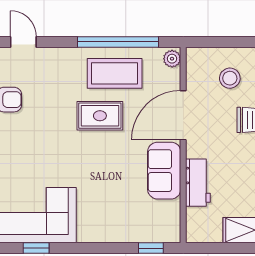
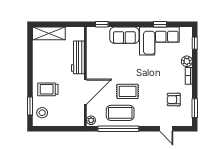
stool: (230, 78) -> (62, 110), removed
sofa: (164, 171) -> (124, 35), moved, turned 90
workbench: (198, 183) -> (78, 57), width x1.38

